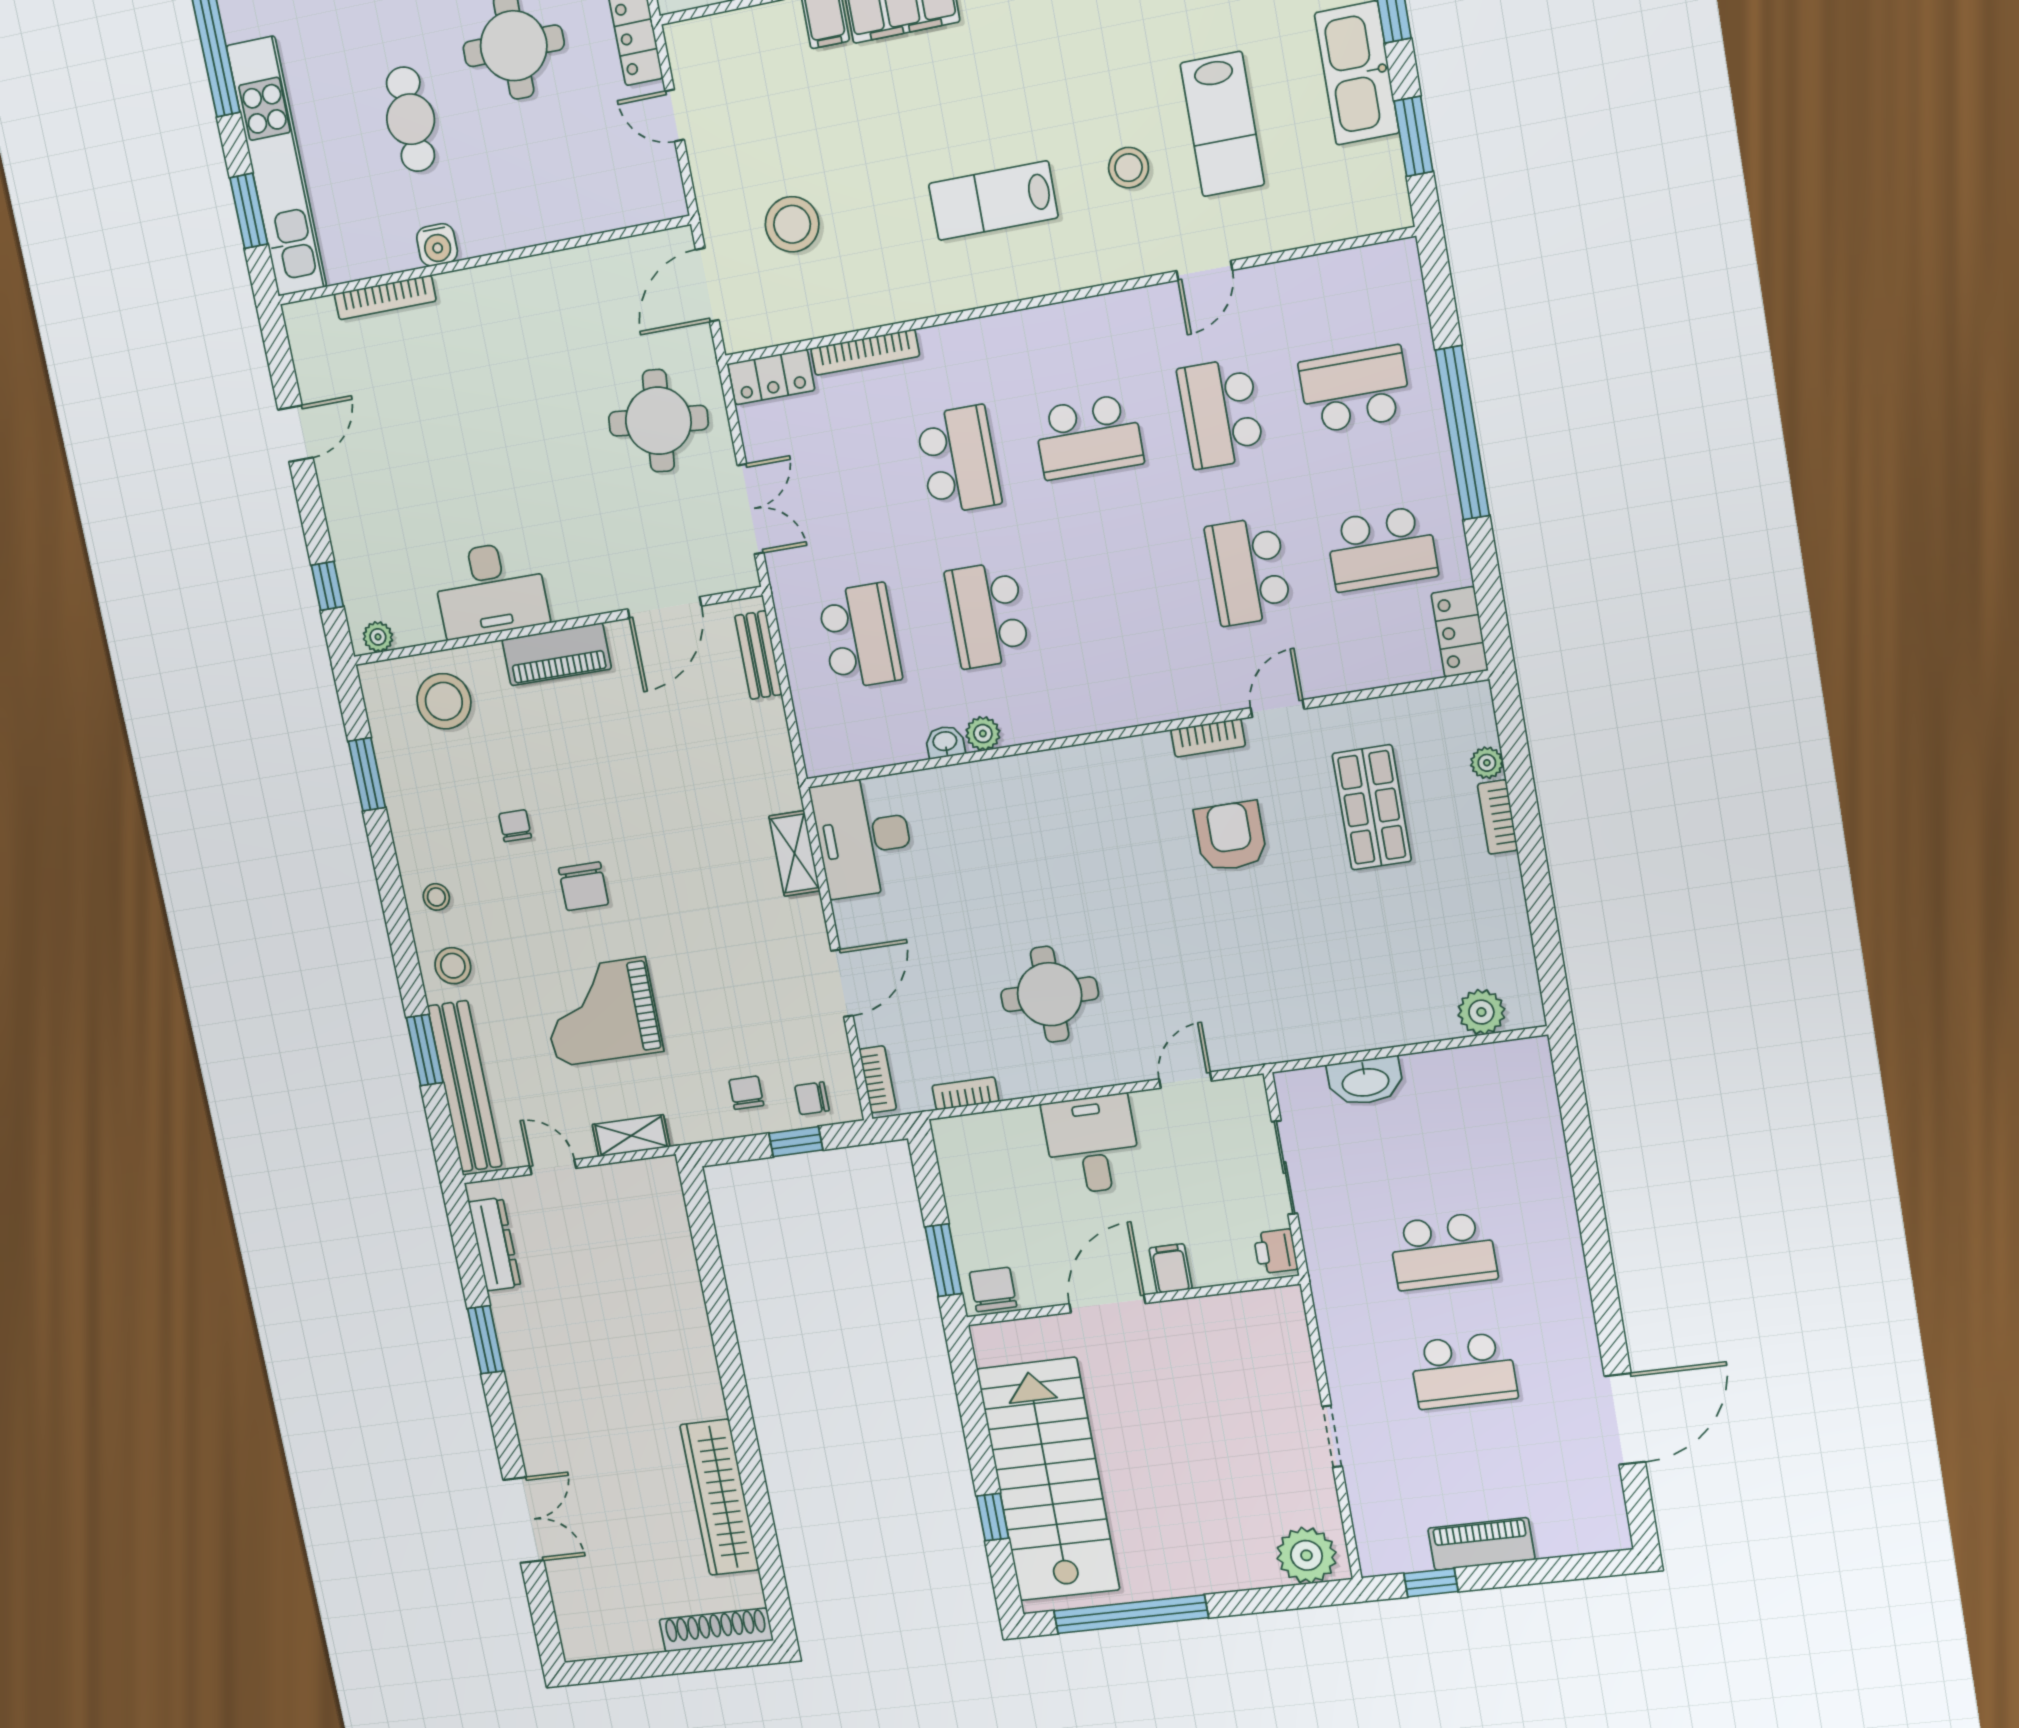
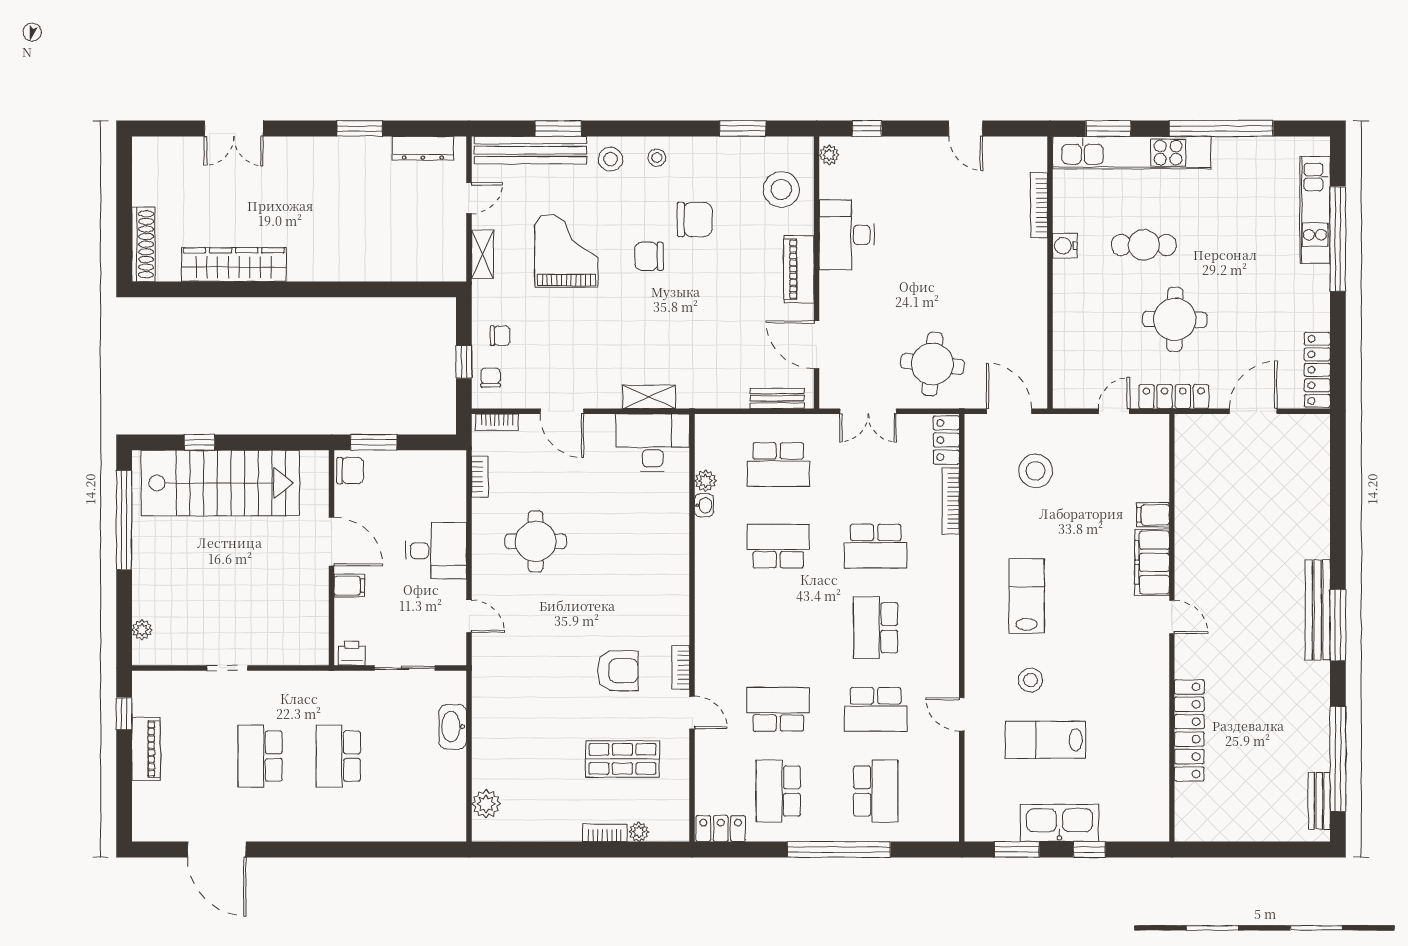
school desk: (1221, 413) -> (876, 709), turned 180
plant: (983, 734) -> (706, 481), moved
chair: (515, 826) -> (695, 219), width x1.87, depth x1.87
plant: (1307, 1555) -> (142, 630), width x0.53, depth x0.53

